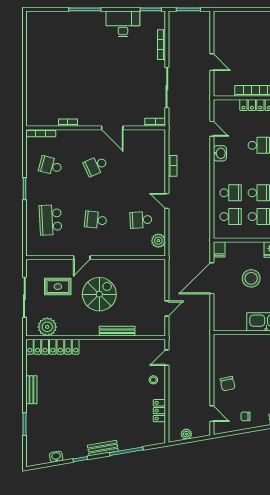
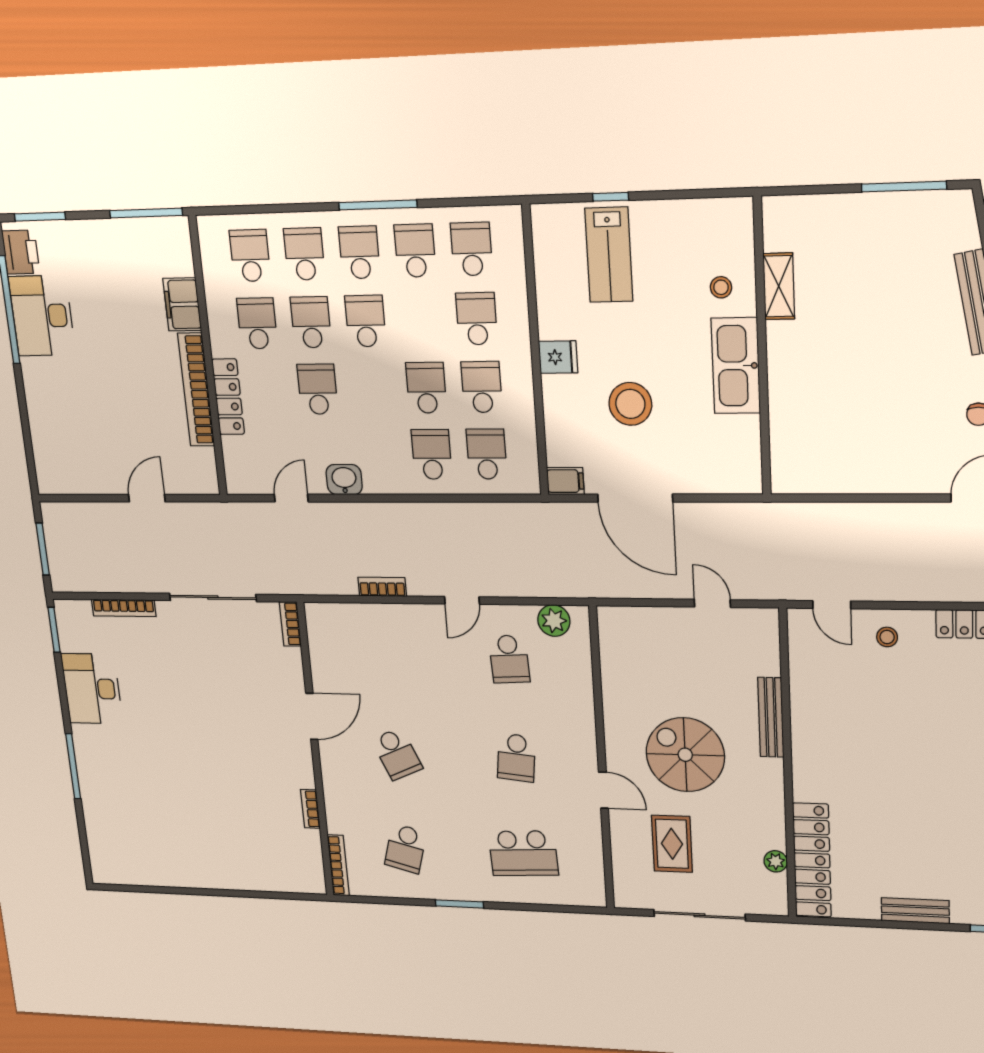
plant: (47, 327) -> (776, 861), width x0.53, depth x0.53
chair: (228, 384) -> (894, 459), removed

